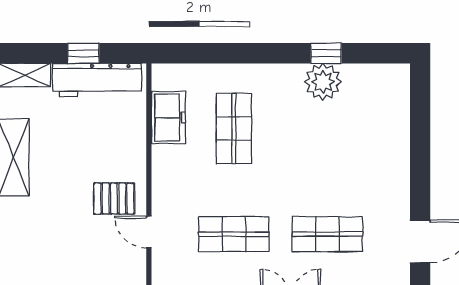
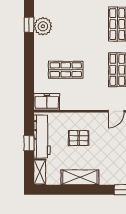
freezer: (168, 117) -> (47, 102), moved
pallet: (114, 199) -> (79, 138), moved, turned 90

